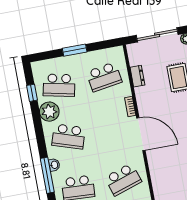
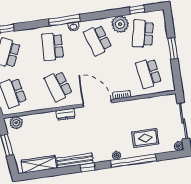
dresser: (137, 76) -> (66, 114), moved
door: (141, 134) -> (97, 103), swing flipped
school desk: (69, 137) -> (98, 40), turned -36

